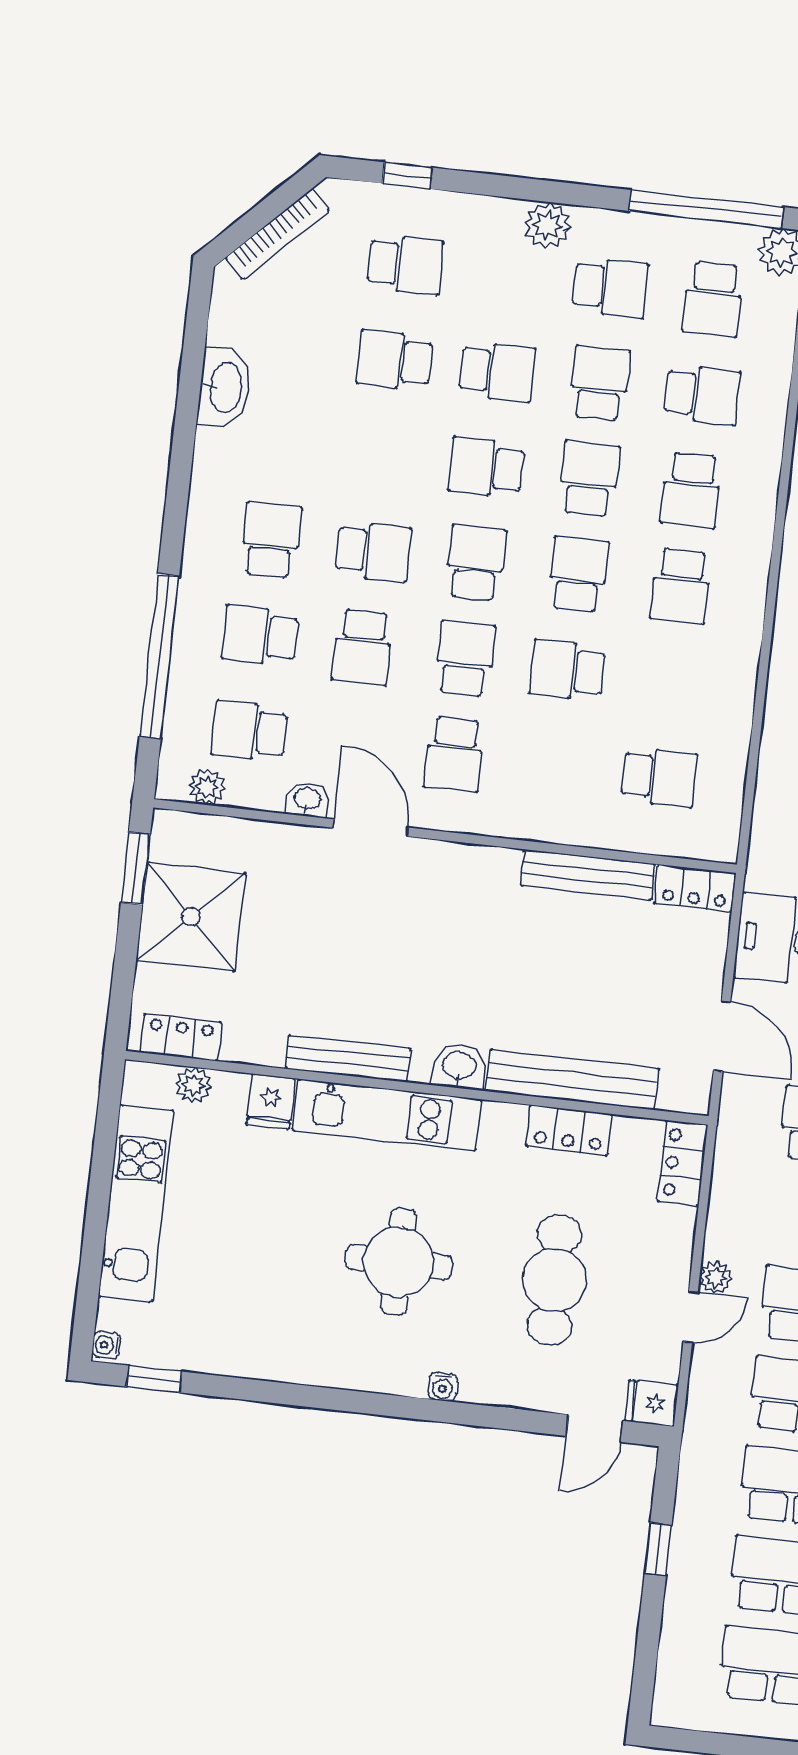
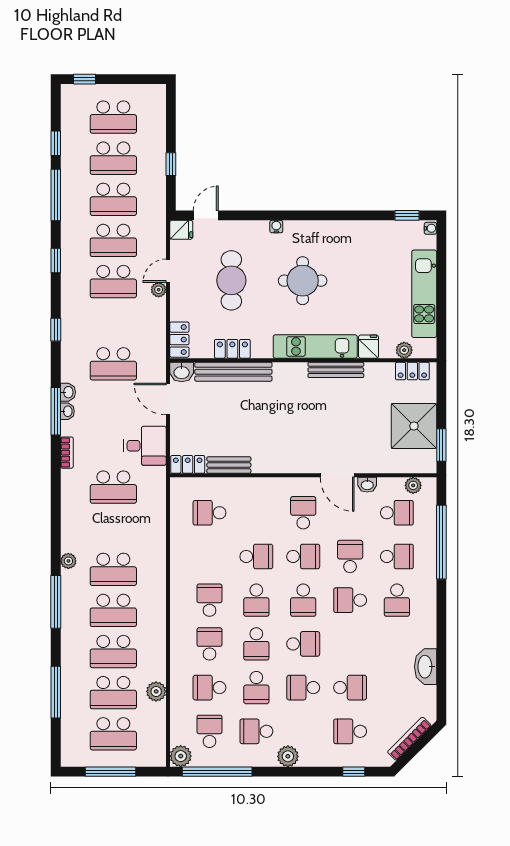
school desk: (465, 659) -> (303, 556), turned -90
bench: (588, 875) -> (229, 465), width x0.73
washbasin: (459, 1066) -> (182, 372), moved

